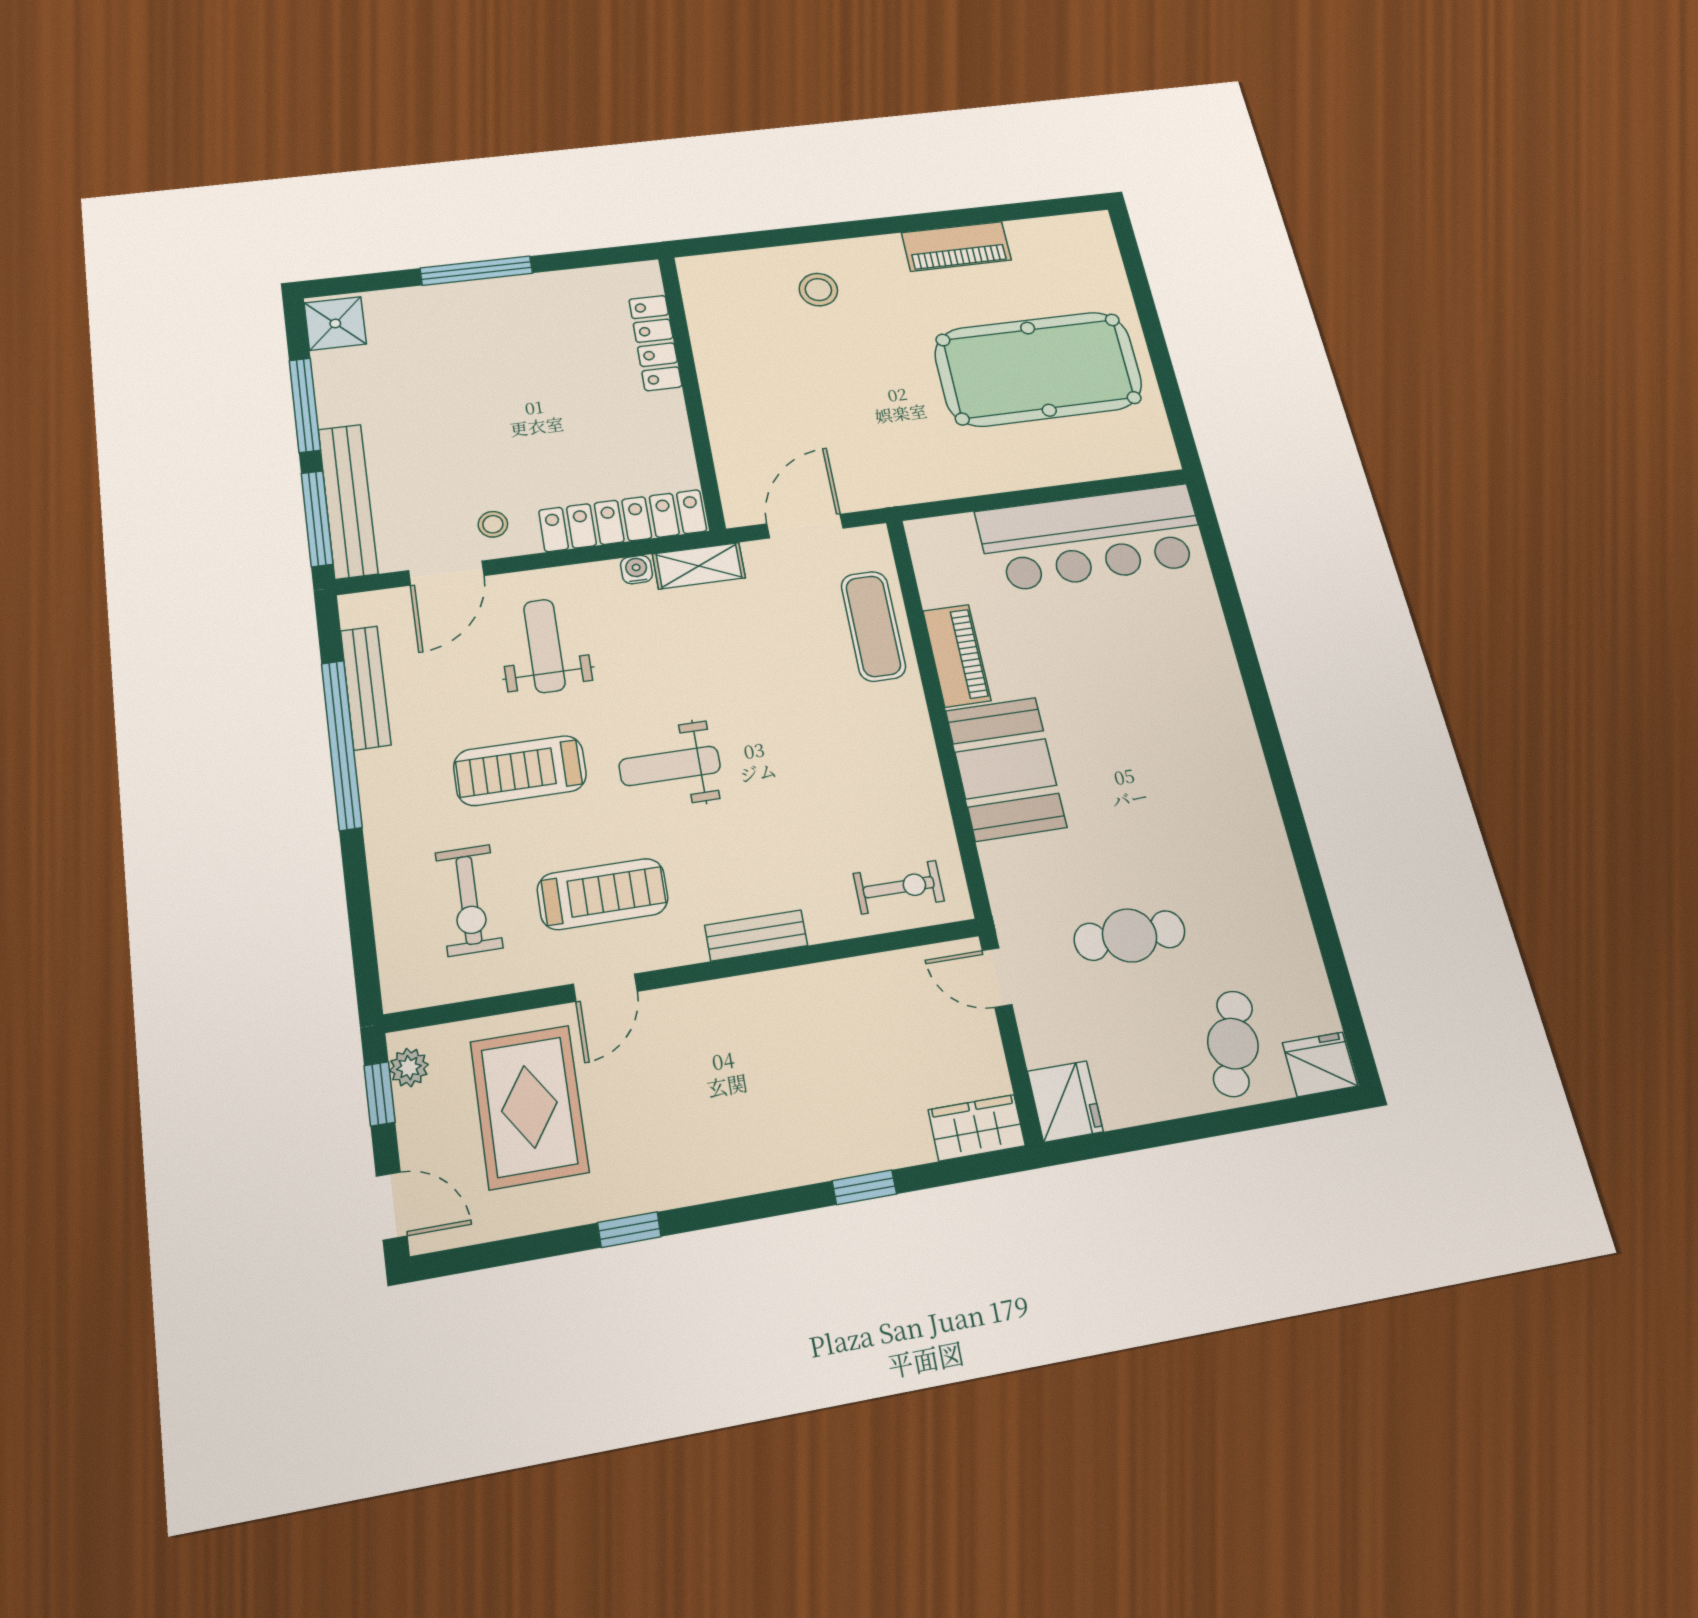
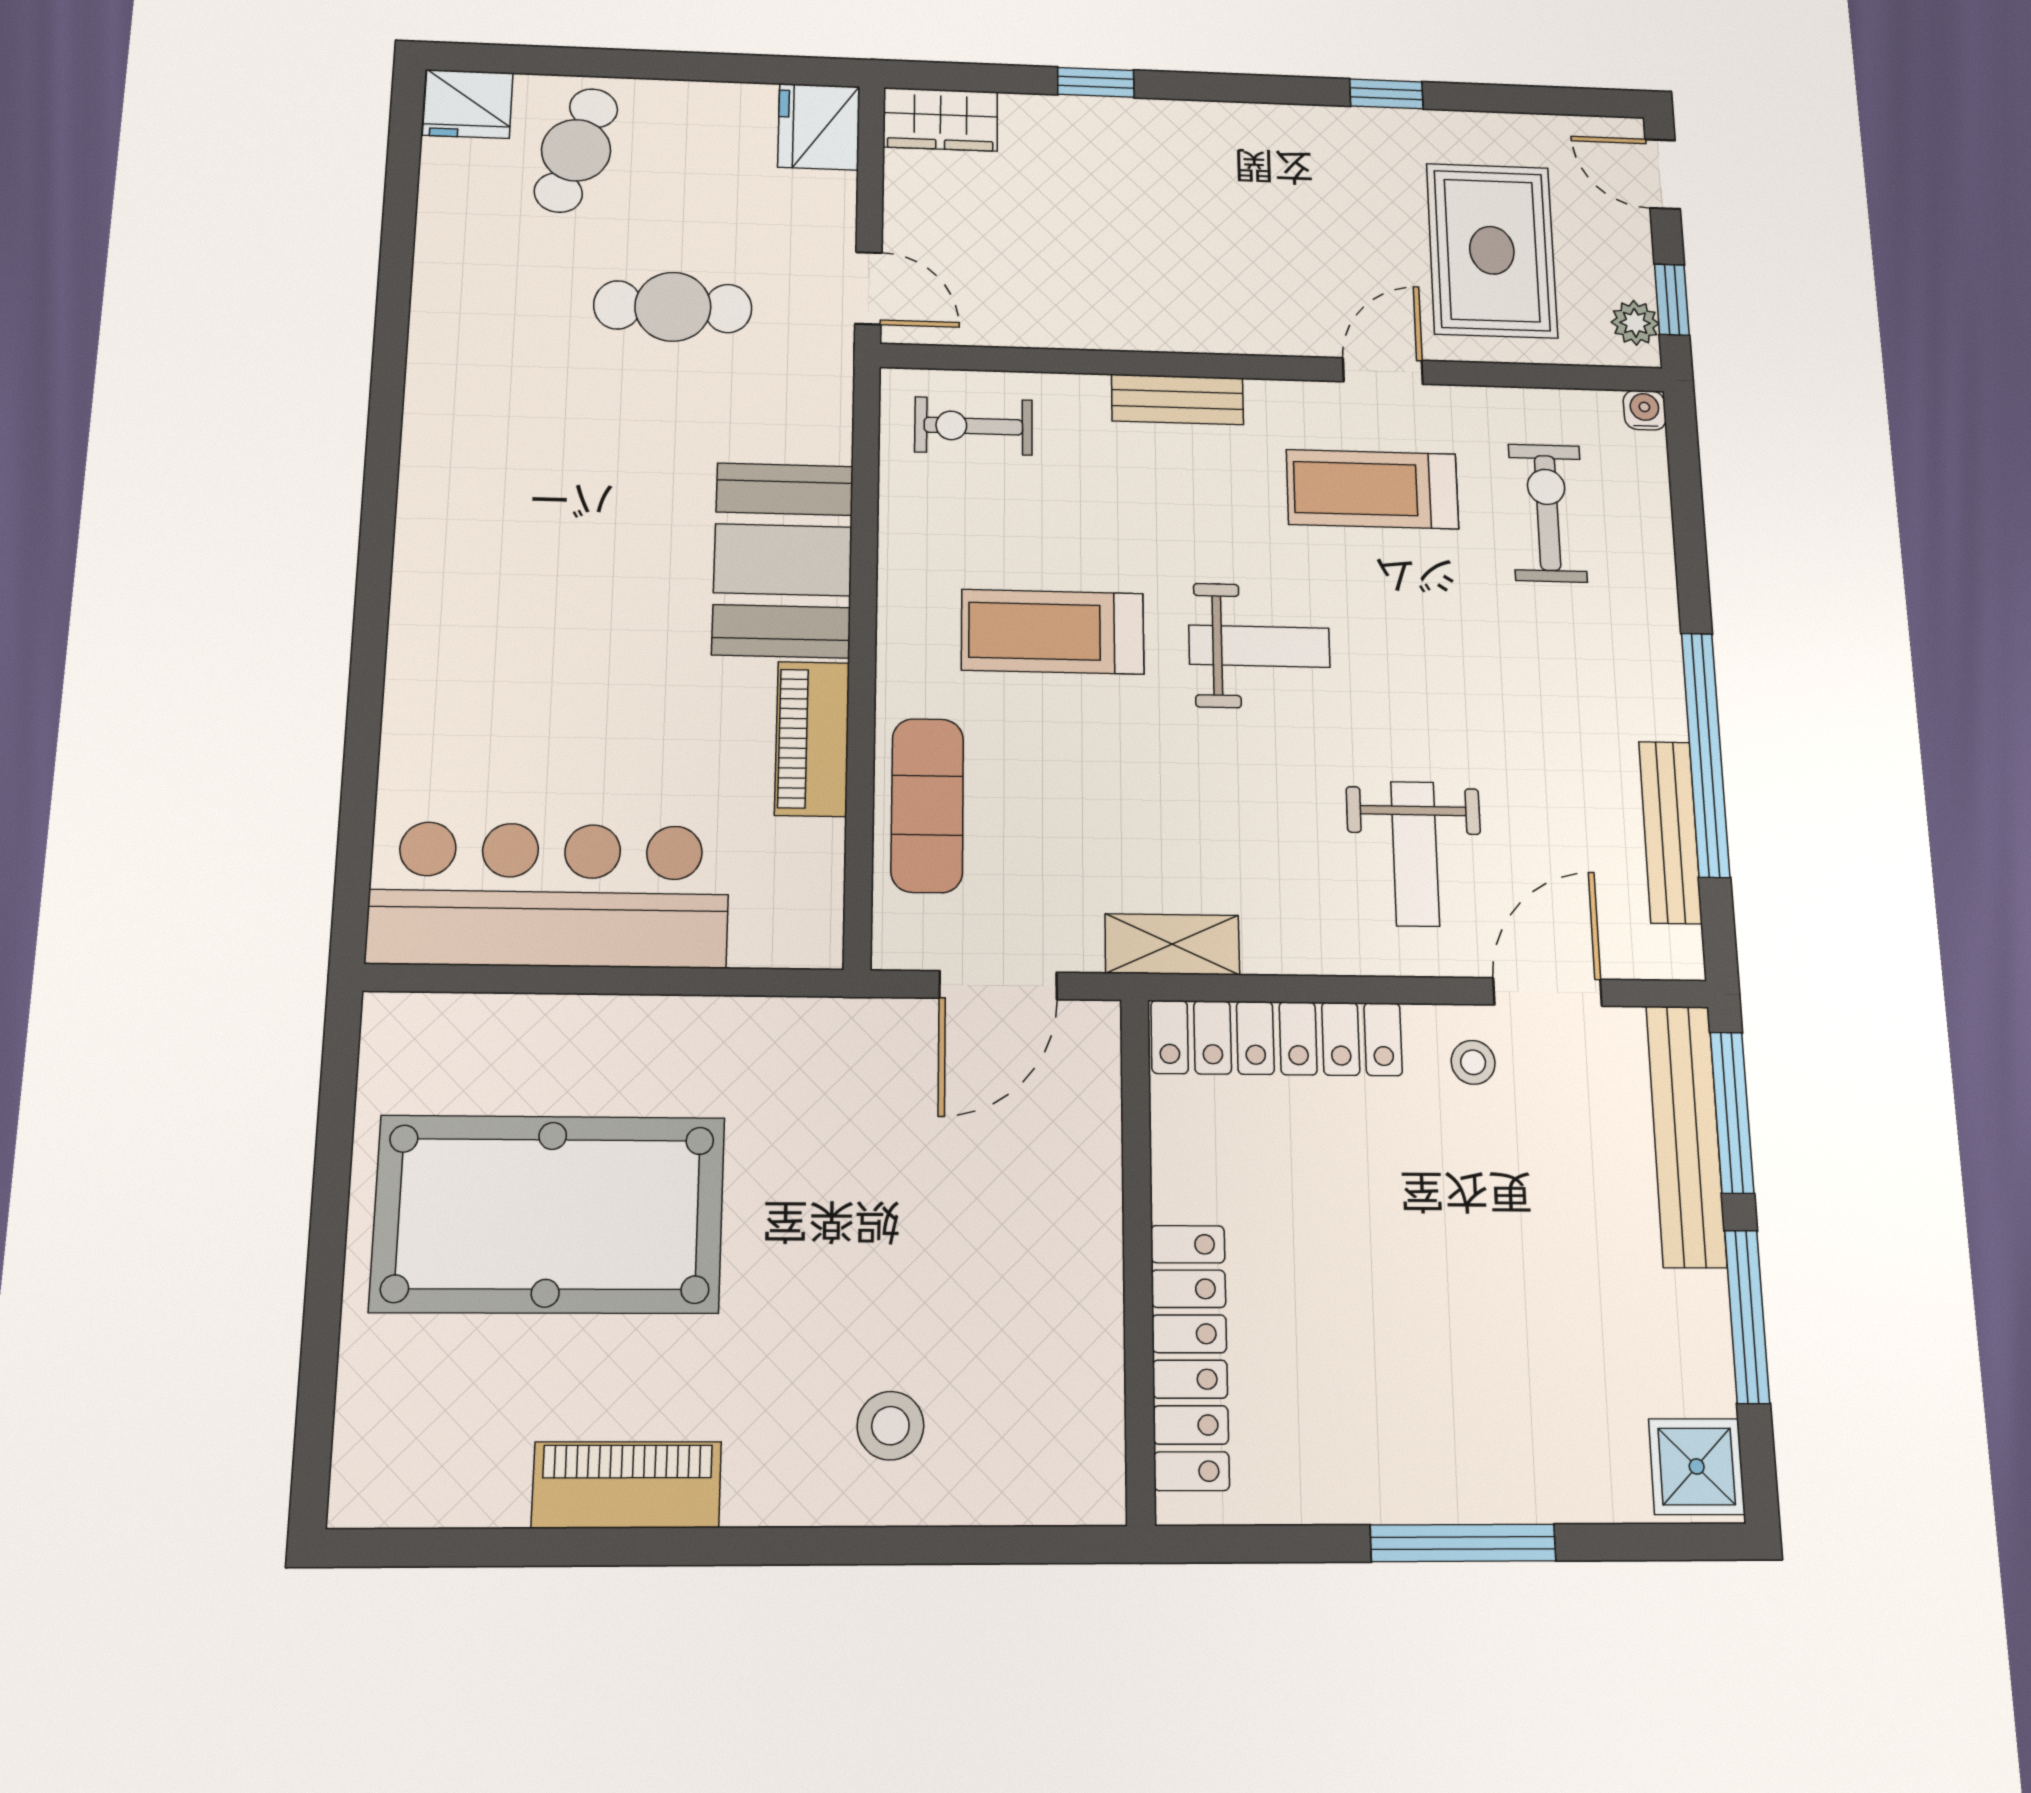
locker: (655, 343) -> (1190, 1356), width x1.41, depth x1.21
water cooler: (636, 570) -> (1645, 410), moved, turned 180
treadmill: (520, 771) -> (1053, 632), moved, turned 180

